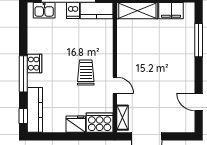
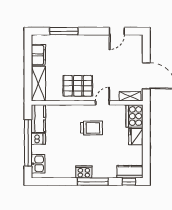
pallet: (135, 57) -> (78, 86), added
trolley: (86, 72) -> (91, 128), turned 180
kitchen counter: (35, 110) -> (130, 172), width x0.67

